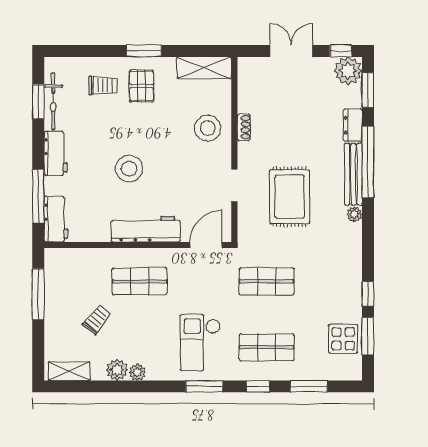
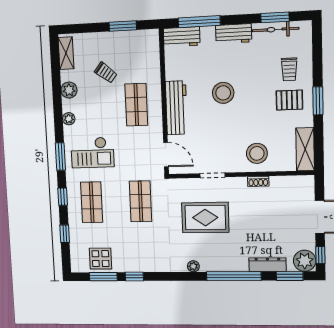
dresser: (353, 125) -> (267, 265), width x1.44
bench: (353, 174) -> (224, 265), removed
window: (38, 294) -> (123, 26), width x0.69
checkout: (200, 343) -> (92, 153), turned 180
plant: (137, 372) -> (69, 119), moved
window: (309, 386) -> (65, 234), width x0.67

